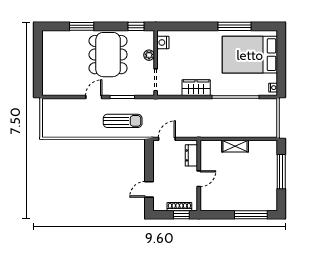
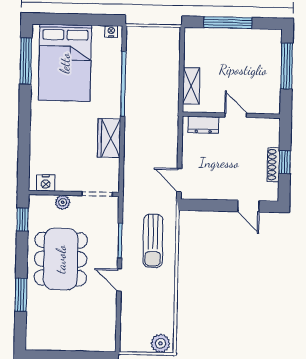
window: (235, 26) -> (26, 61), moved
dining table: (108, 55) -> (61, 259), turned 90
sun lounger: (123, 121) -> (153, 241), turned 180
plant: (49, 128) -> (160, 343), added
dresser: (191, 155) -> (203, 125), moved
wall: (199, 176) -> (231, 115), moved
door: (199, 179) -> (236, 115), moved

